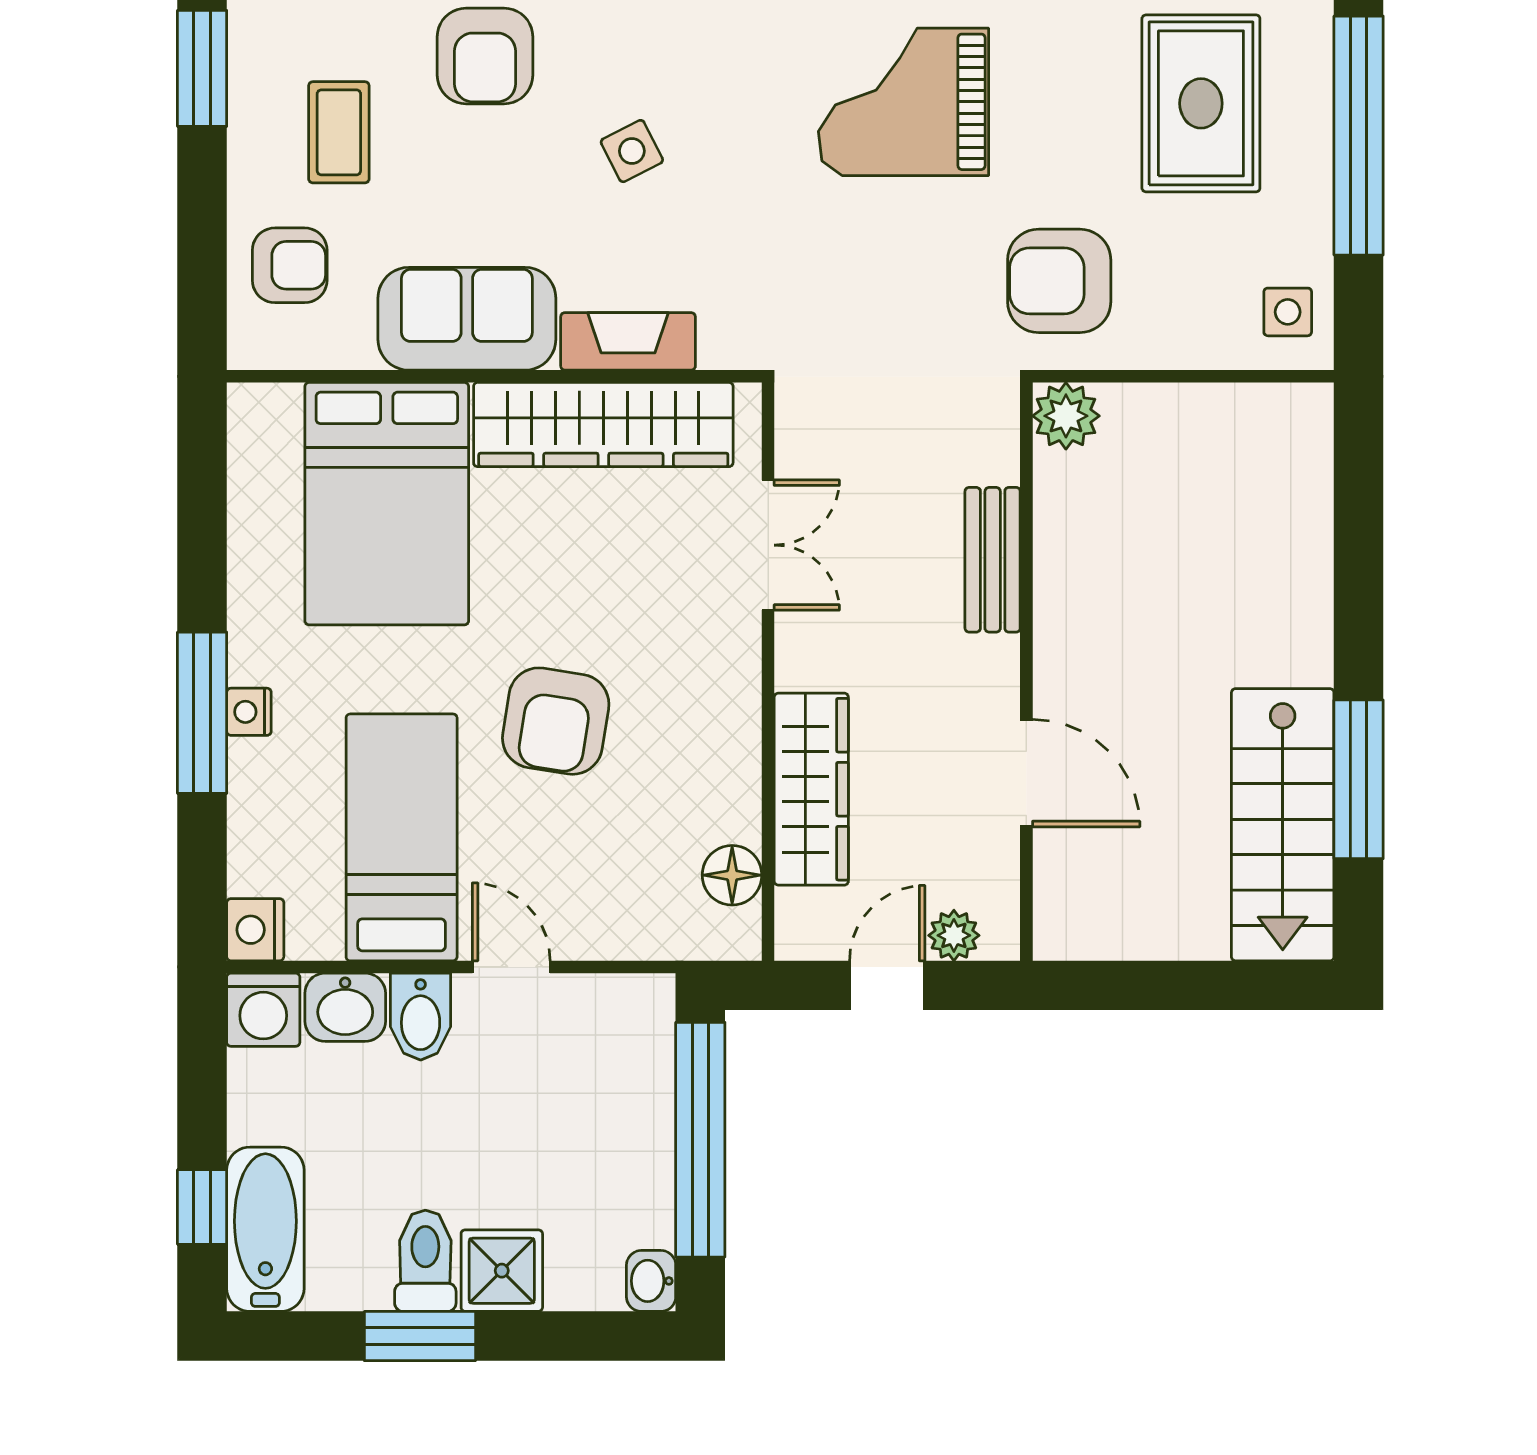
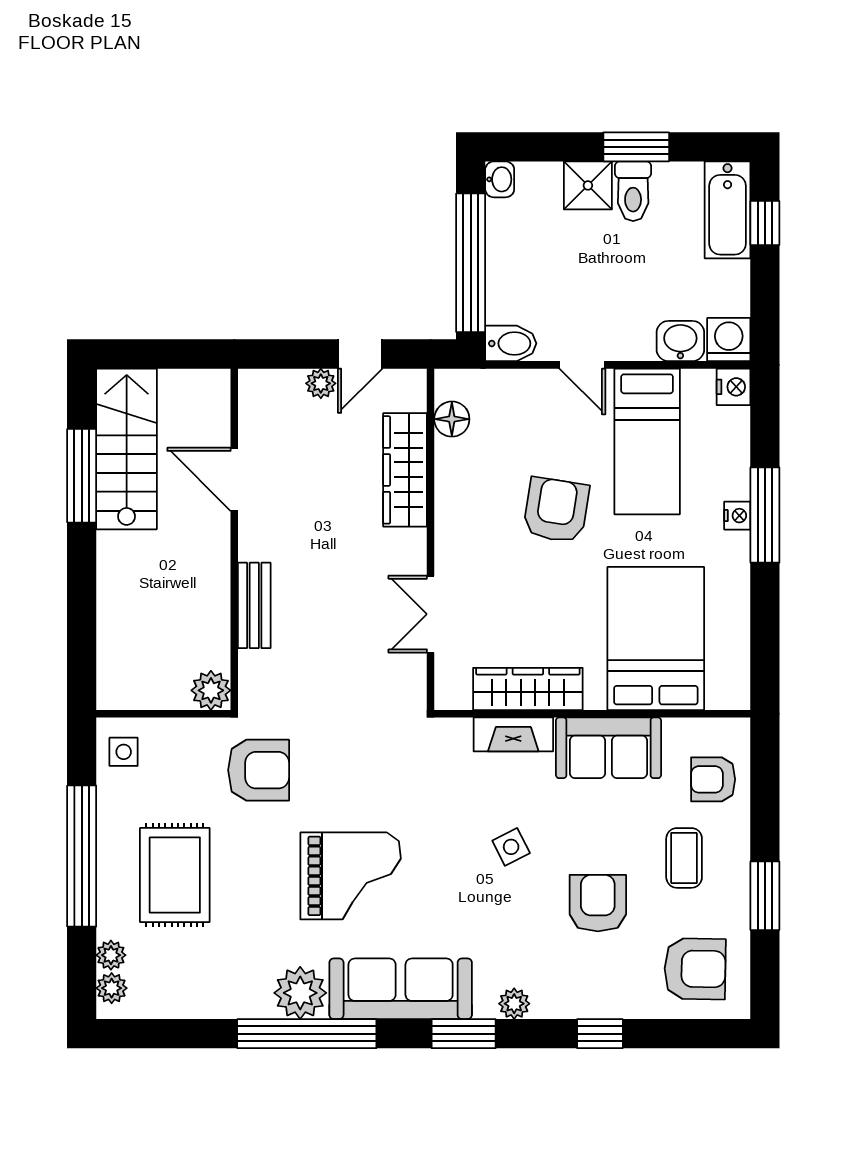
plant: (1066, 416) -> (211, 690), moved
wardrobe: (603, 425) -> (528, 689), width x0.71, depth x0.85
bench: (993, 560) -> (254, 605), moved
wall: (1026, 672) -> (234, 539), moved
door: (1026, 773) -> (234, 479), moved
bidet: (421, 1017) -> (511, 343), moved, turned 90

